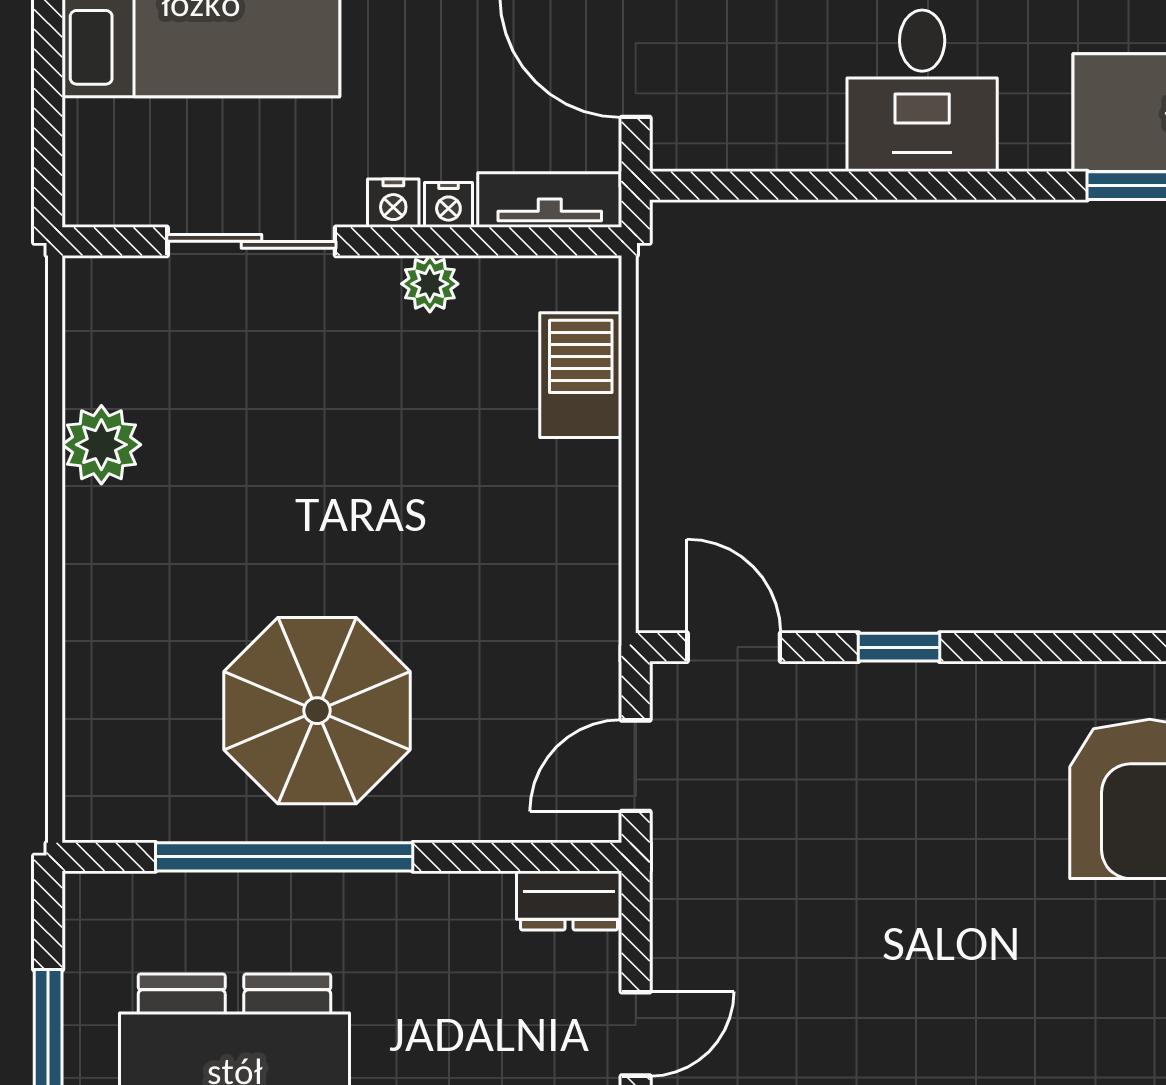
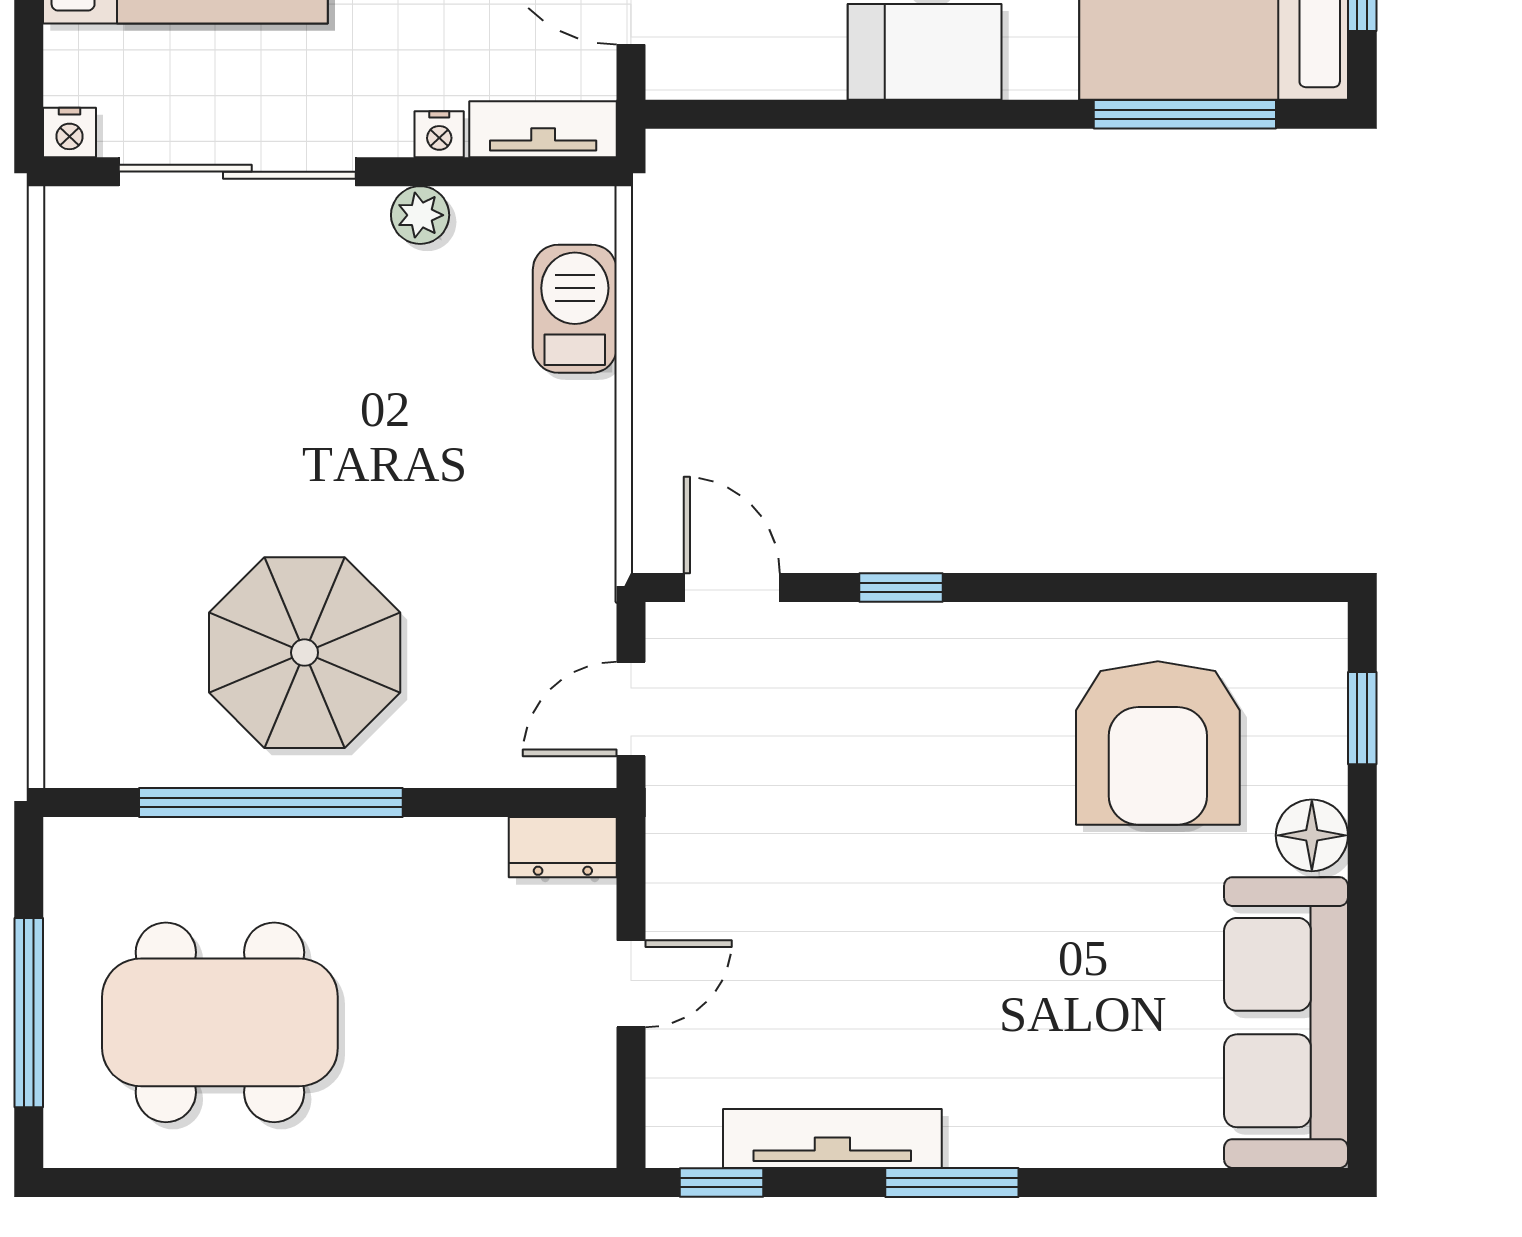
nightstand: (393, 203) -> (69, 132), moved
sliding door: (251, 241) -> (237, 172), width x1.37
plant: (101, 445) -> (84, 380), removed

